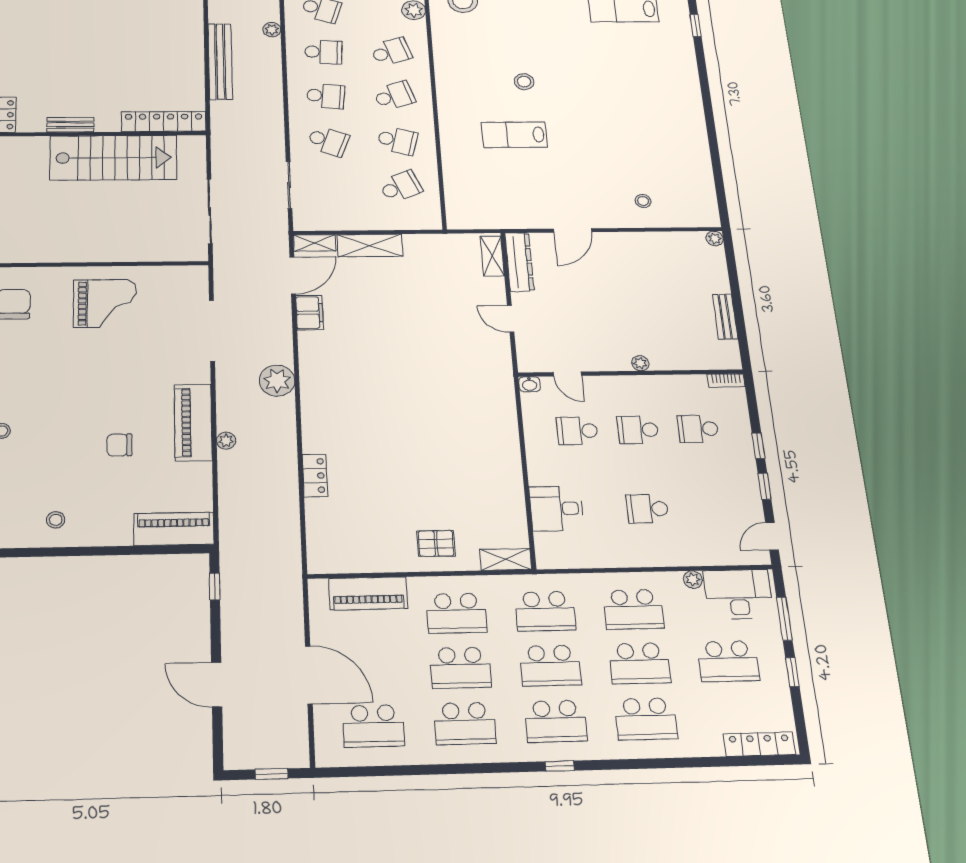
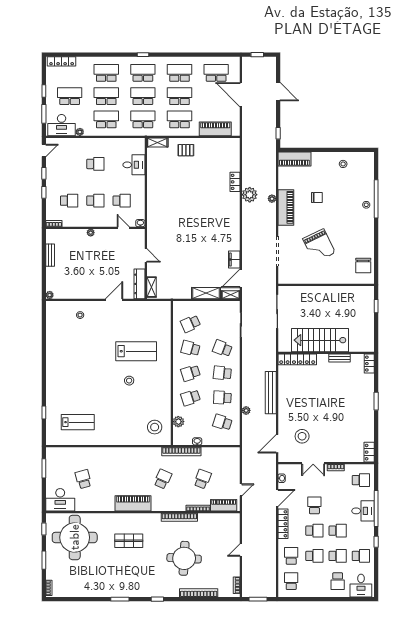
lab bench: (514, 135) -> (136, 351), width x1.36, depth x1.39
grand piano: (105, 303) -> (319, 246), moved, turned -116
plant: (277, 381) -> (250, 195), moved

